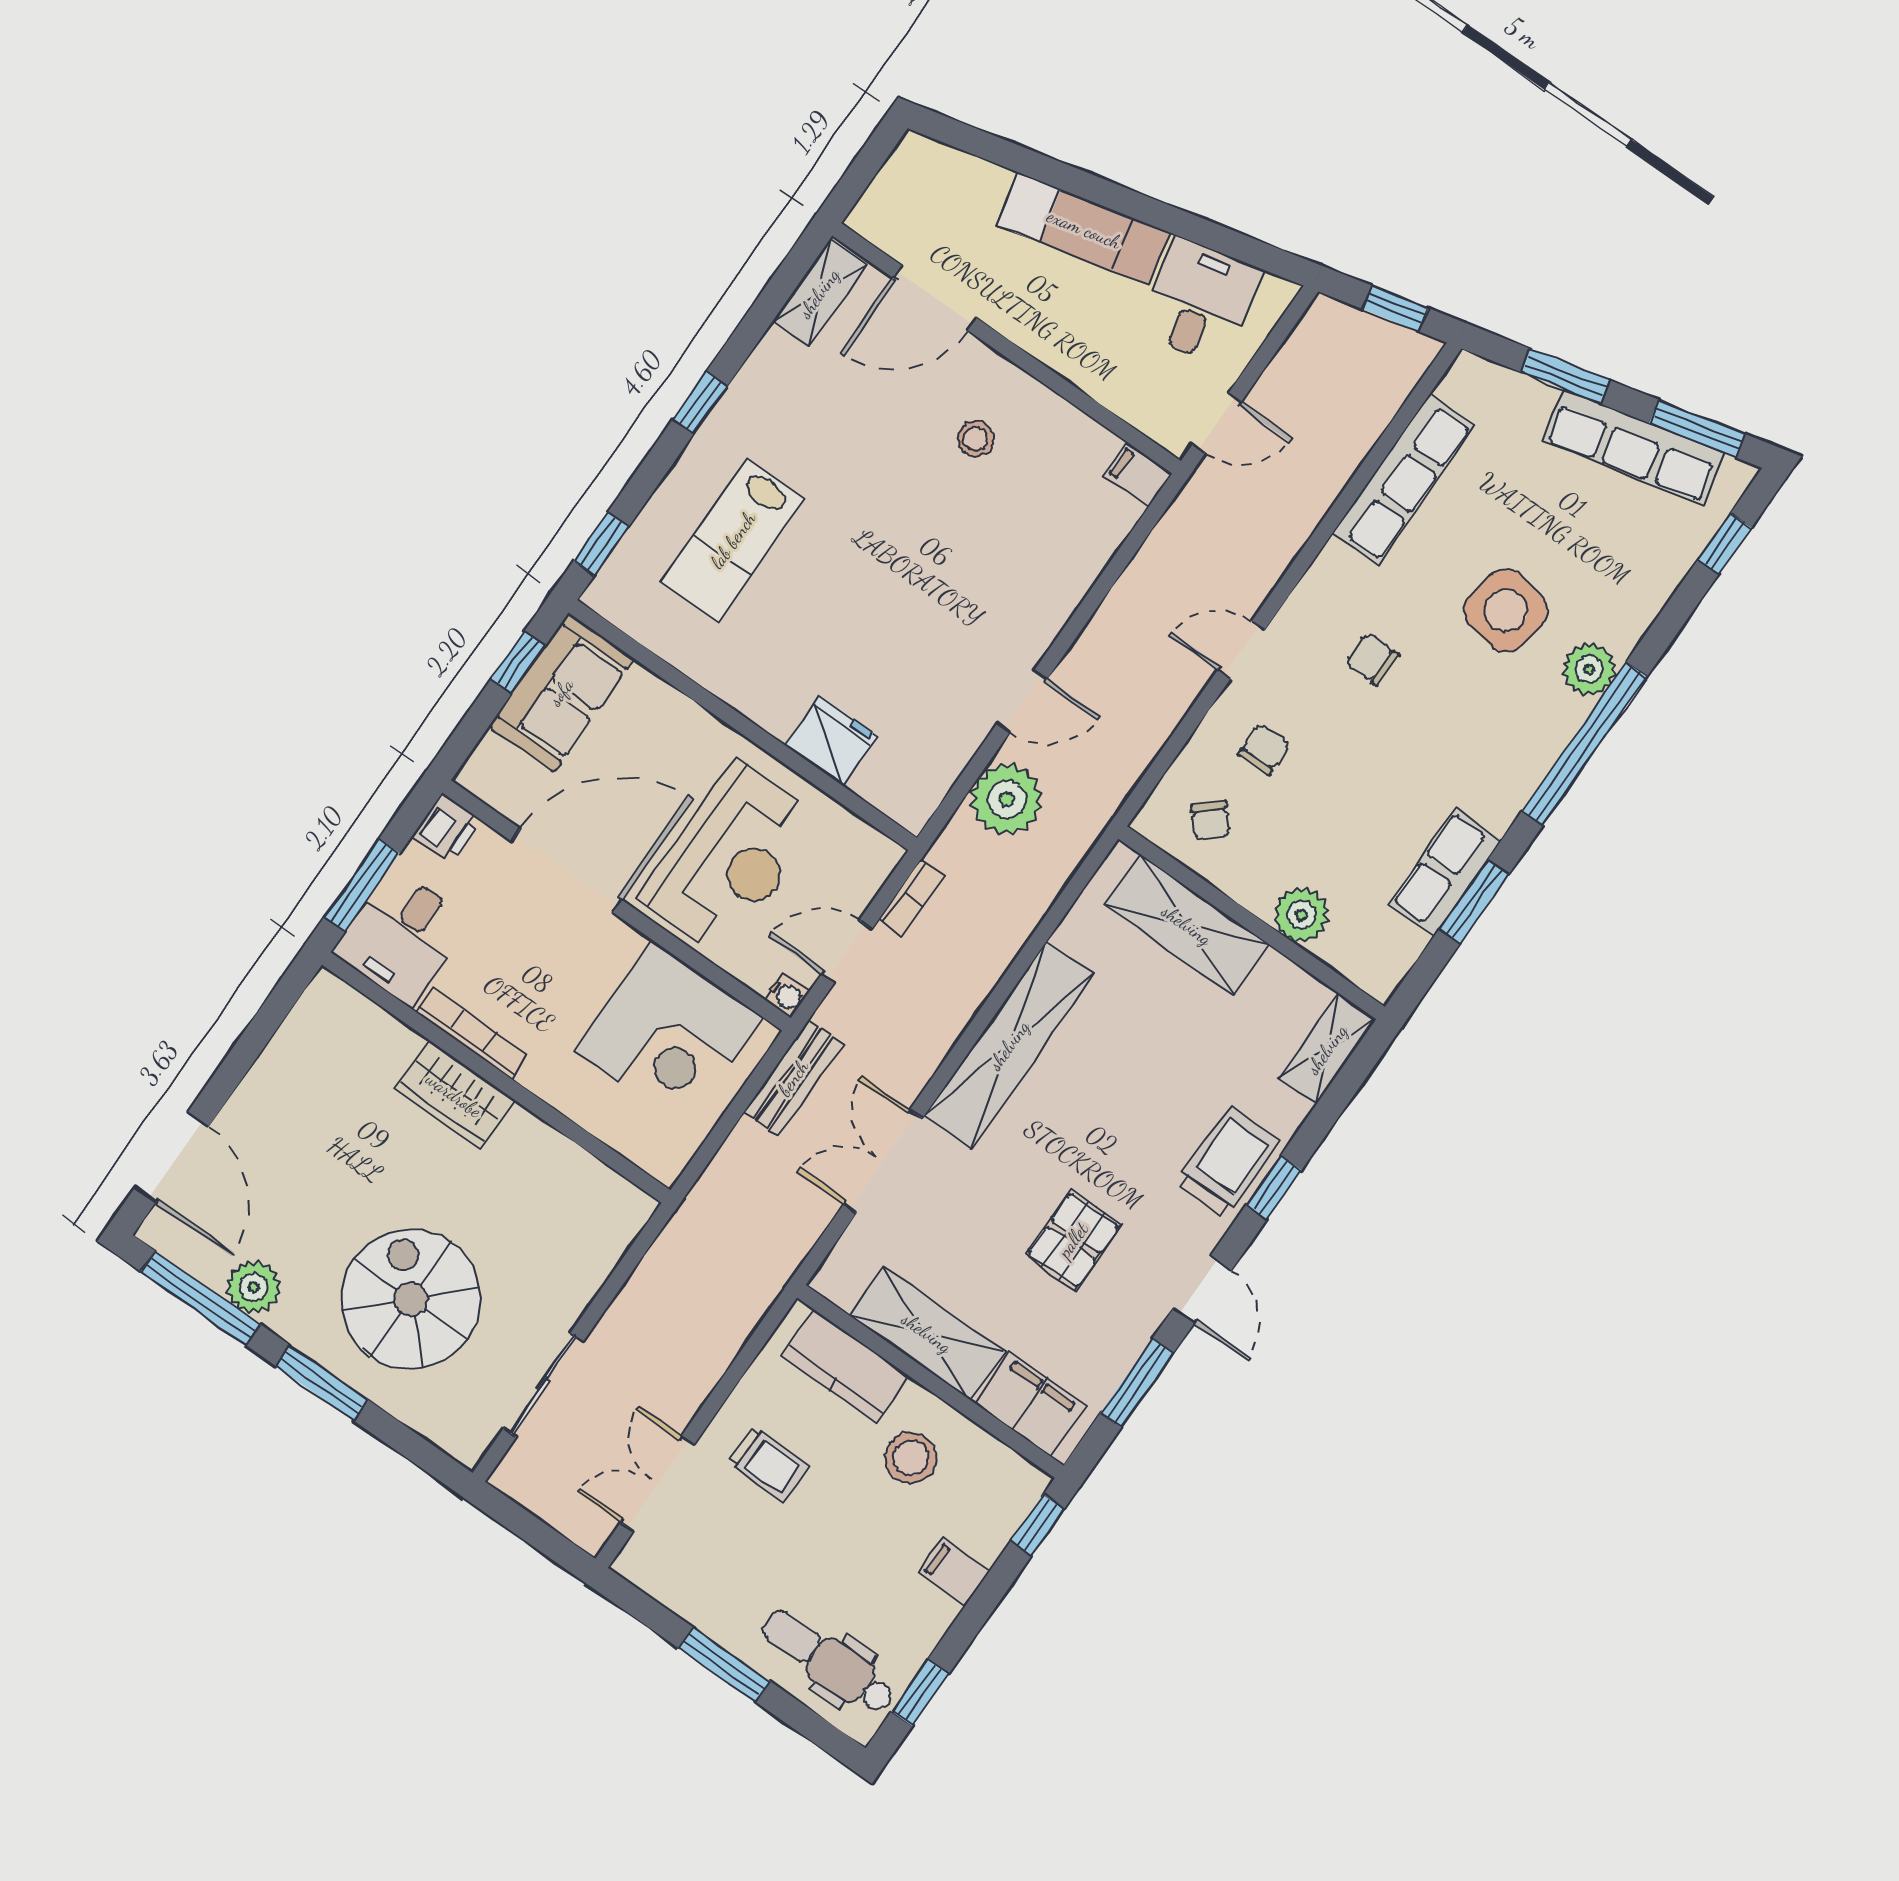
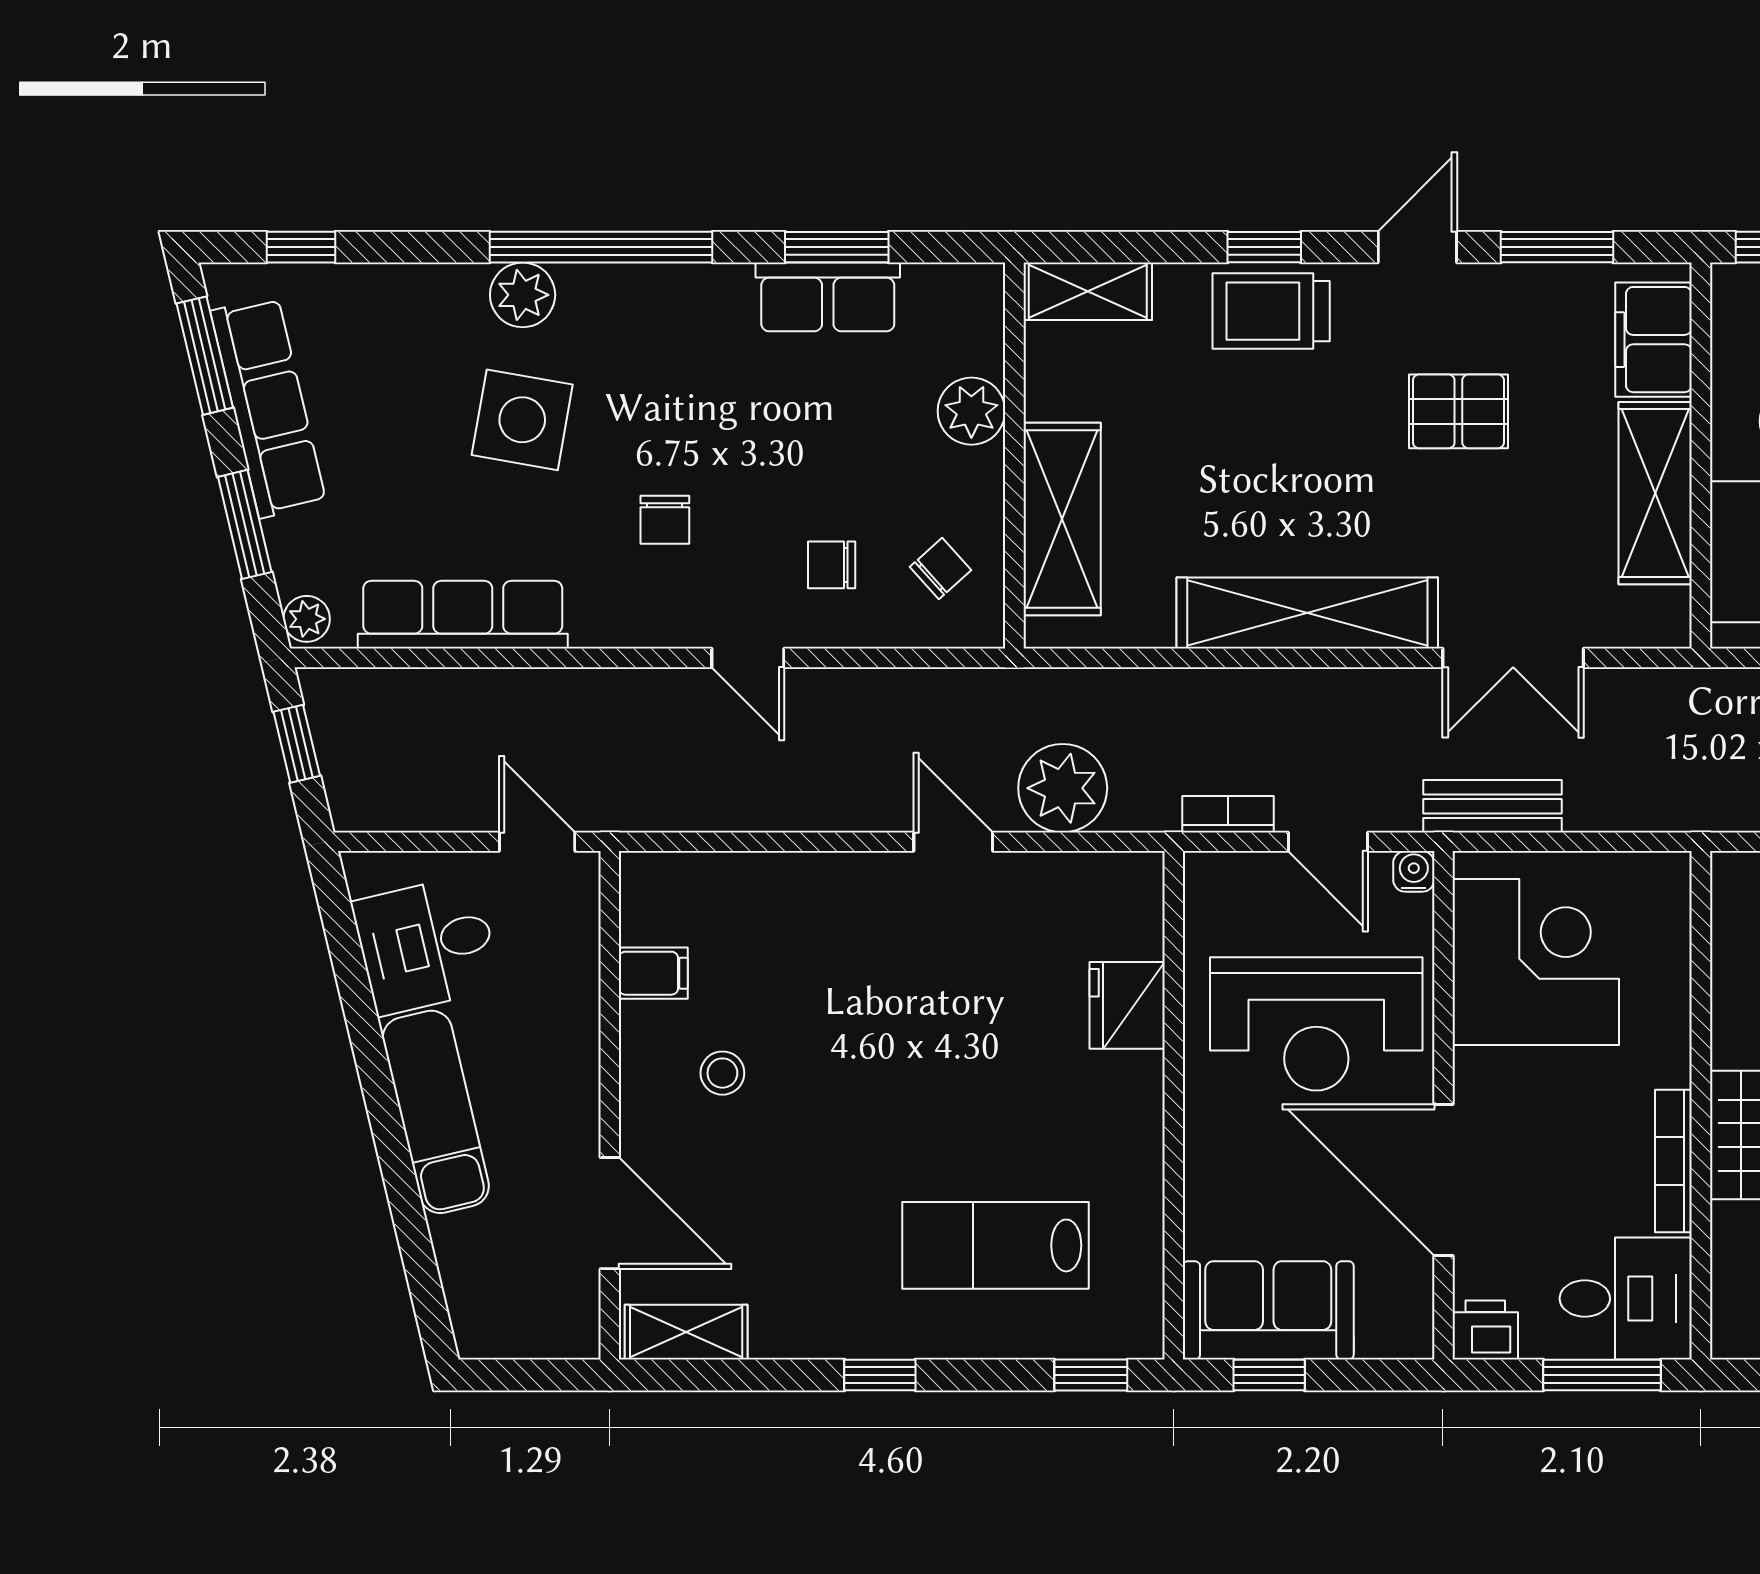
plant: (1474, 373) -> (307, 619), added
filing cabinet: (1137, 475) -> (653, 973), moved, turned -90
lab bench: (733, 540) -> (995, 1245), turned 180
reception desk: (730, 859) -> (1316, 1024), turned 180

